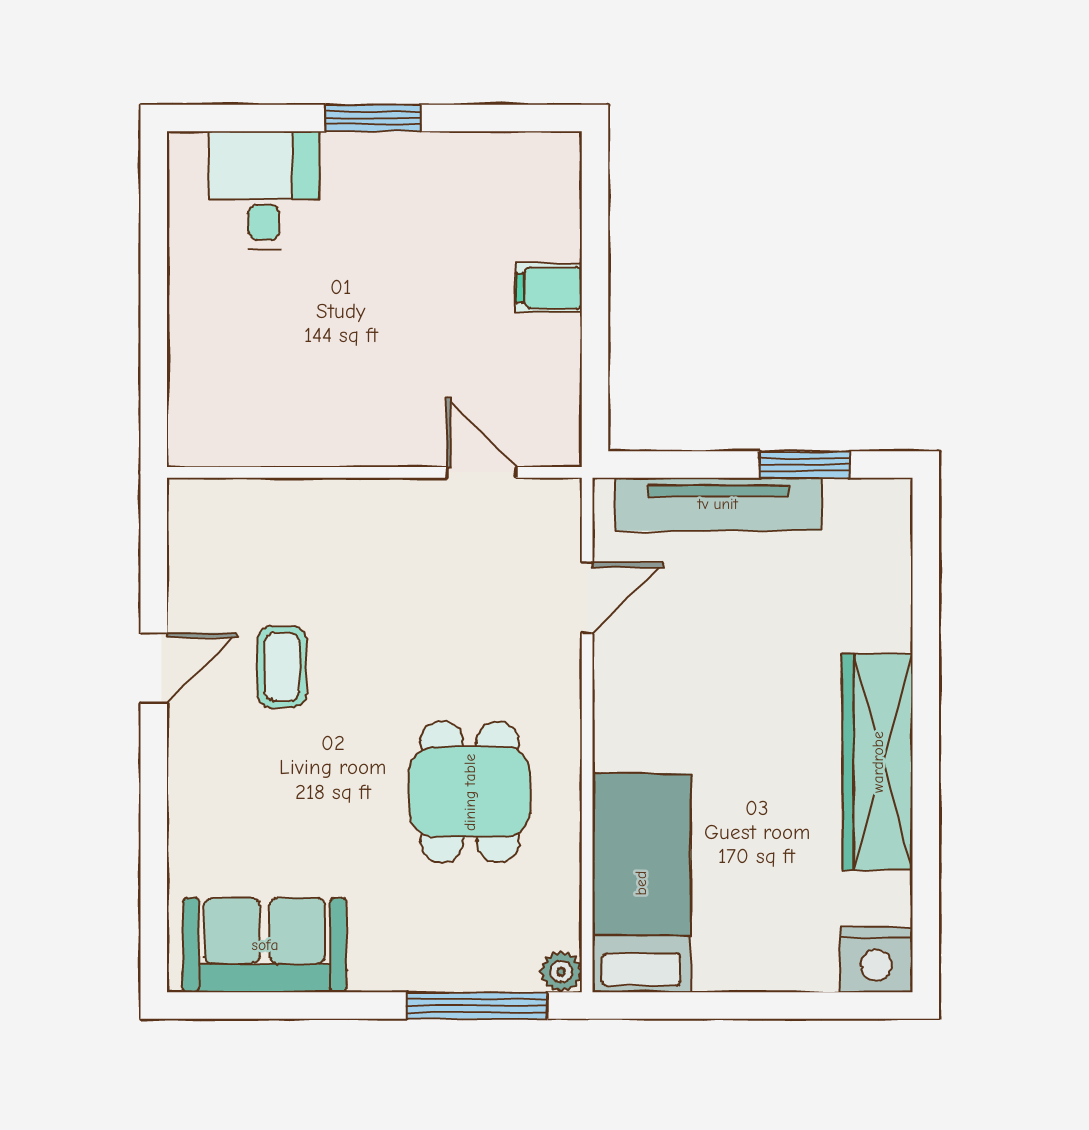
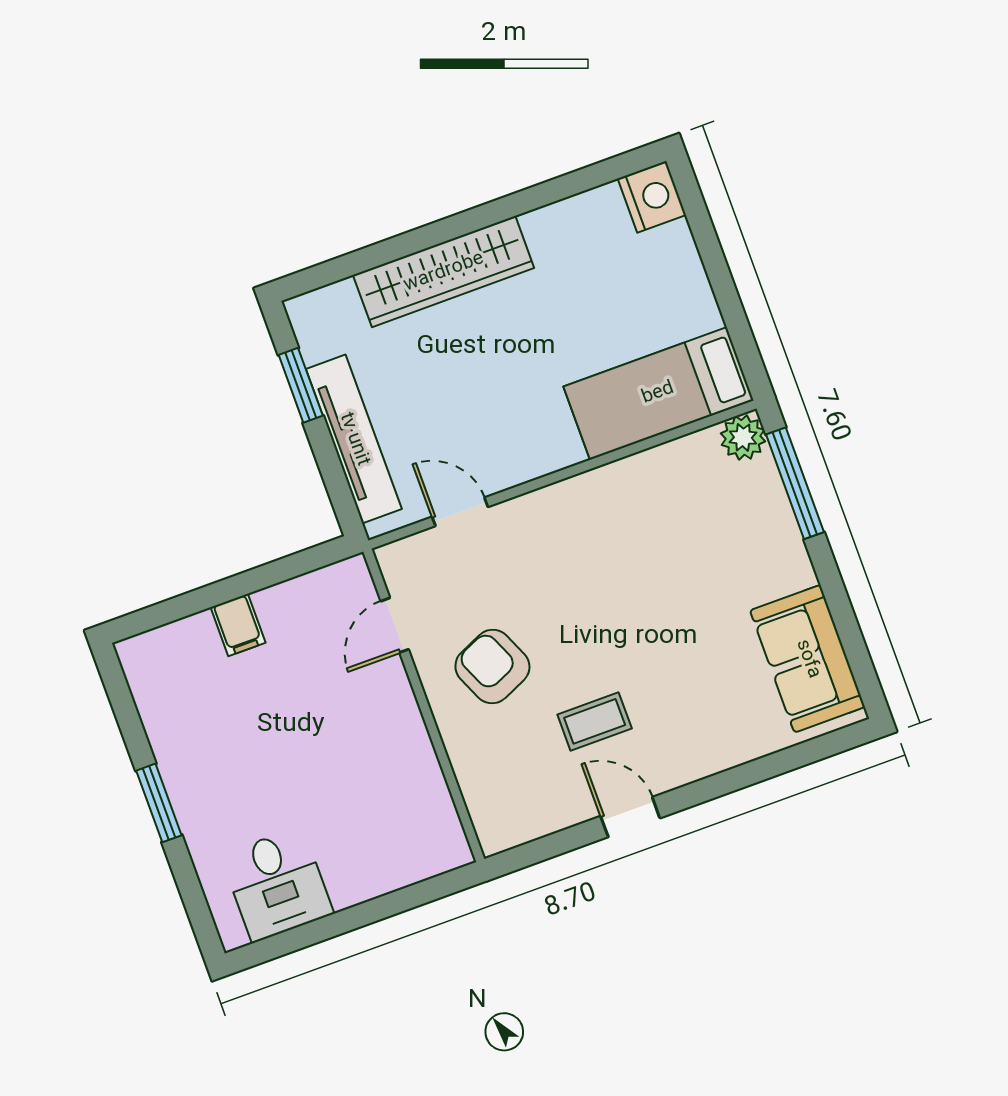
desk: (264, 190) -> (277, 884), moved, turned -90
armchair: (391, 570) -> (492, 666), added
wardrobe: (878, 762) -> (444, 272), moved
dining table: (470, 792) -> (637, 547), removed
plant: (561, 972) -> (743, 437), width x1.38, depth x1.38

